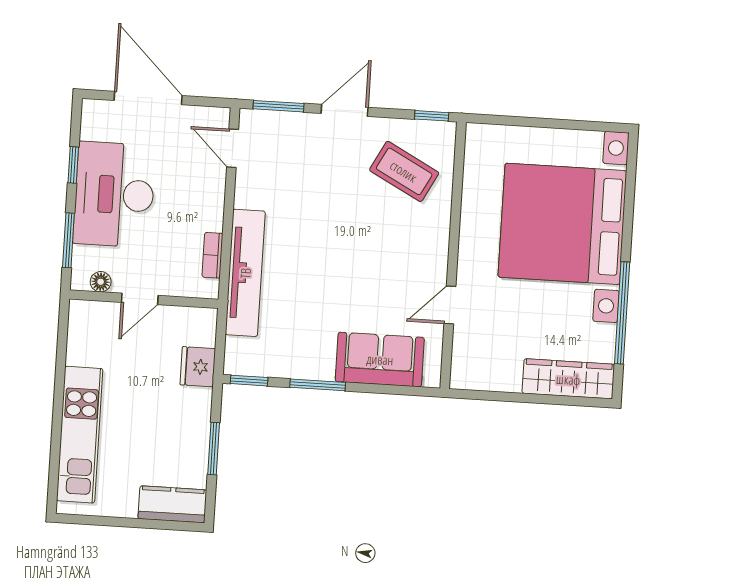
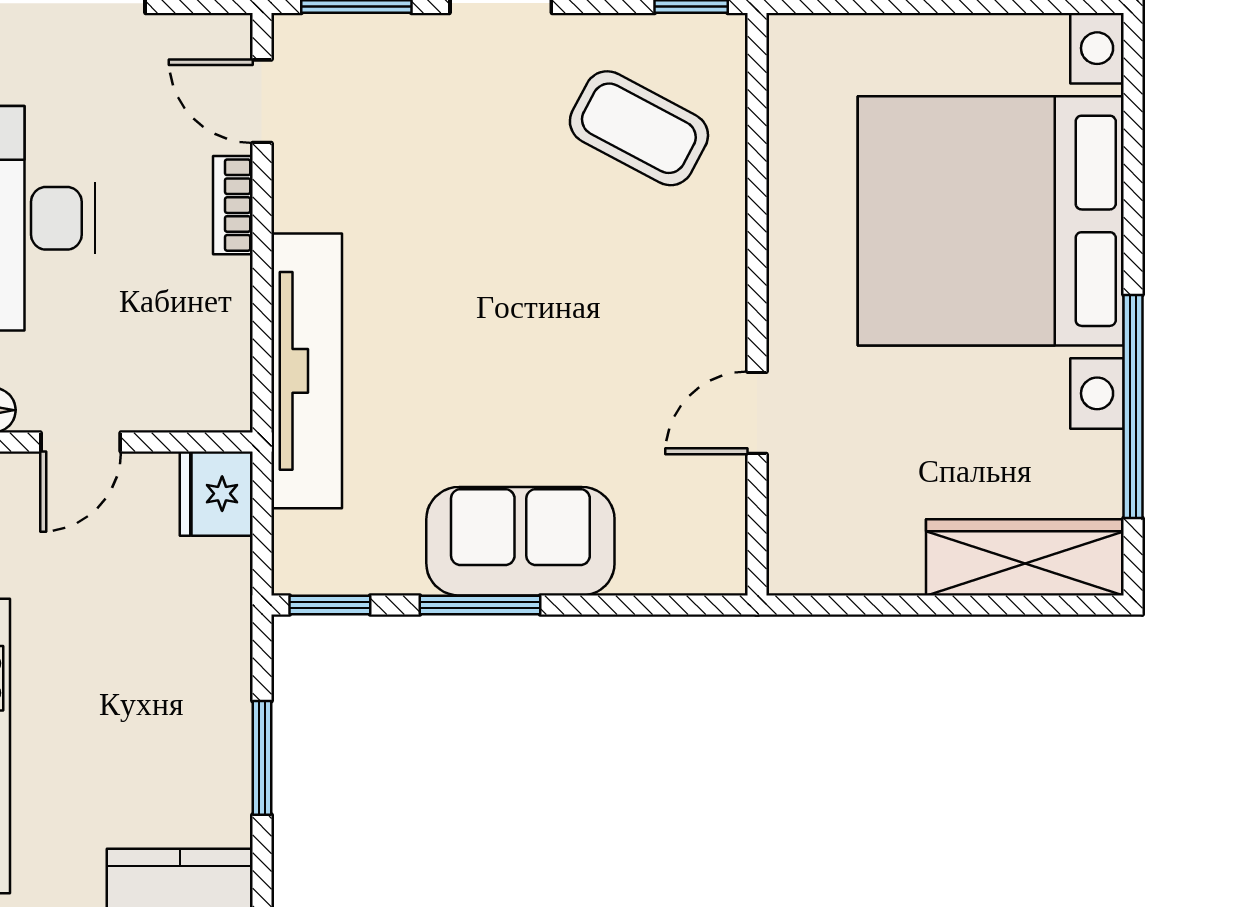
bookcase: (212, 255) -> (233, 205), moved
sofa: (380, 359) -> (520, 541), moved
fridge: (198, 367) -> (216, 494), moved

